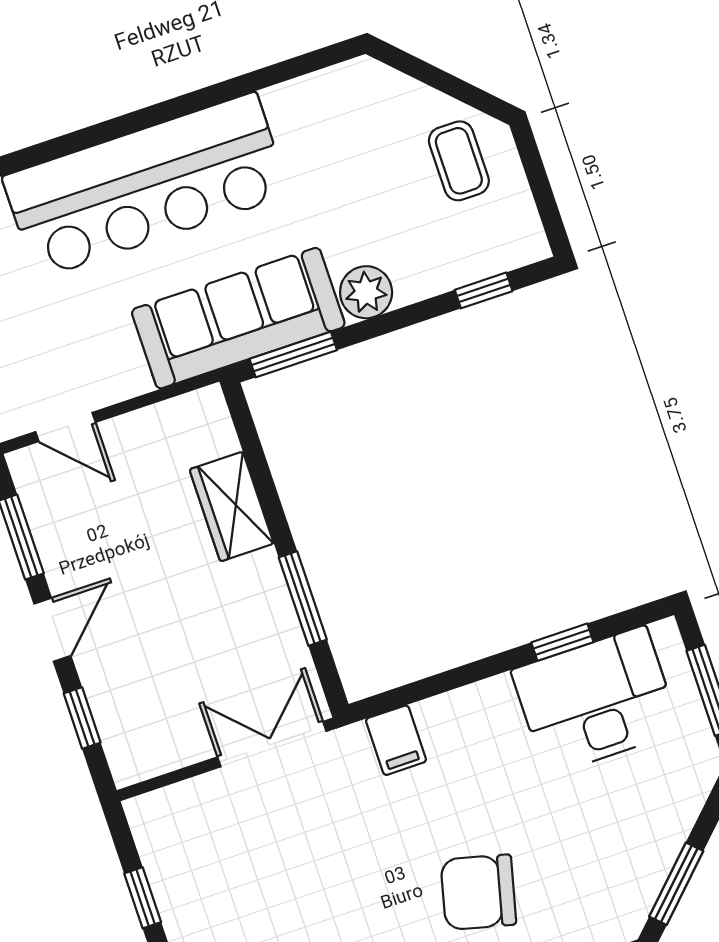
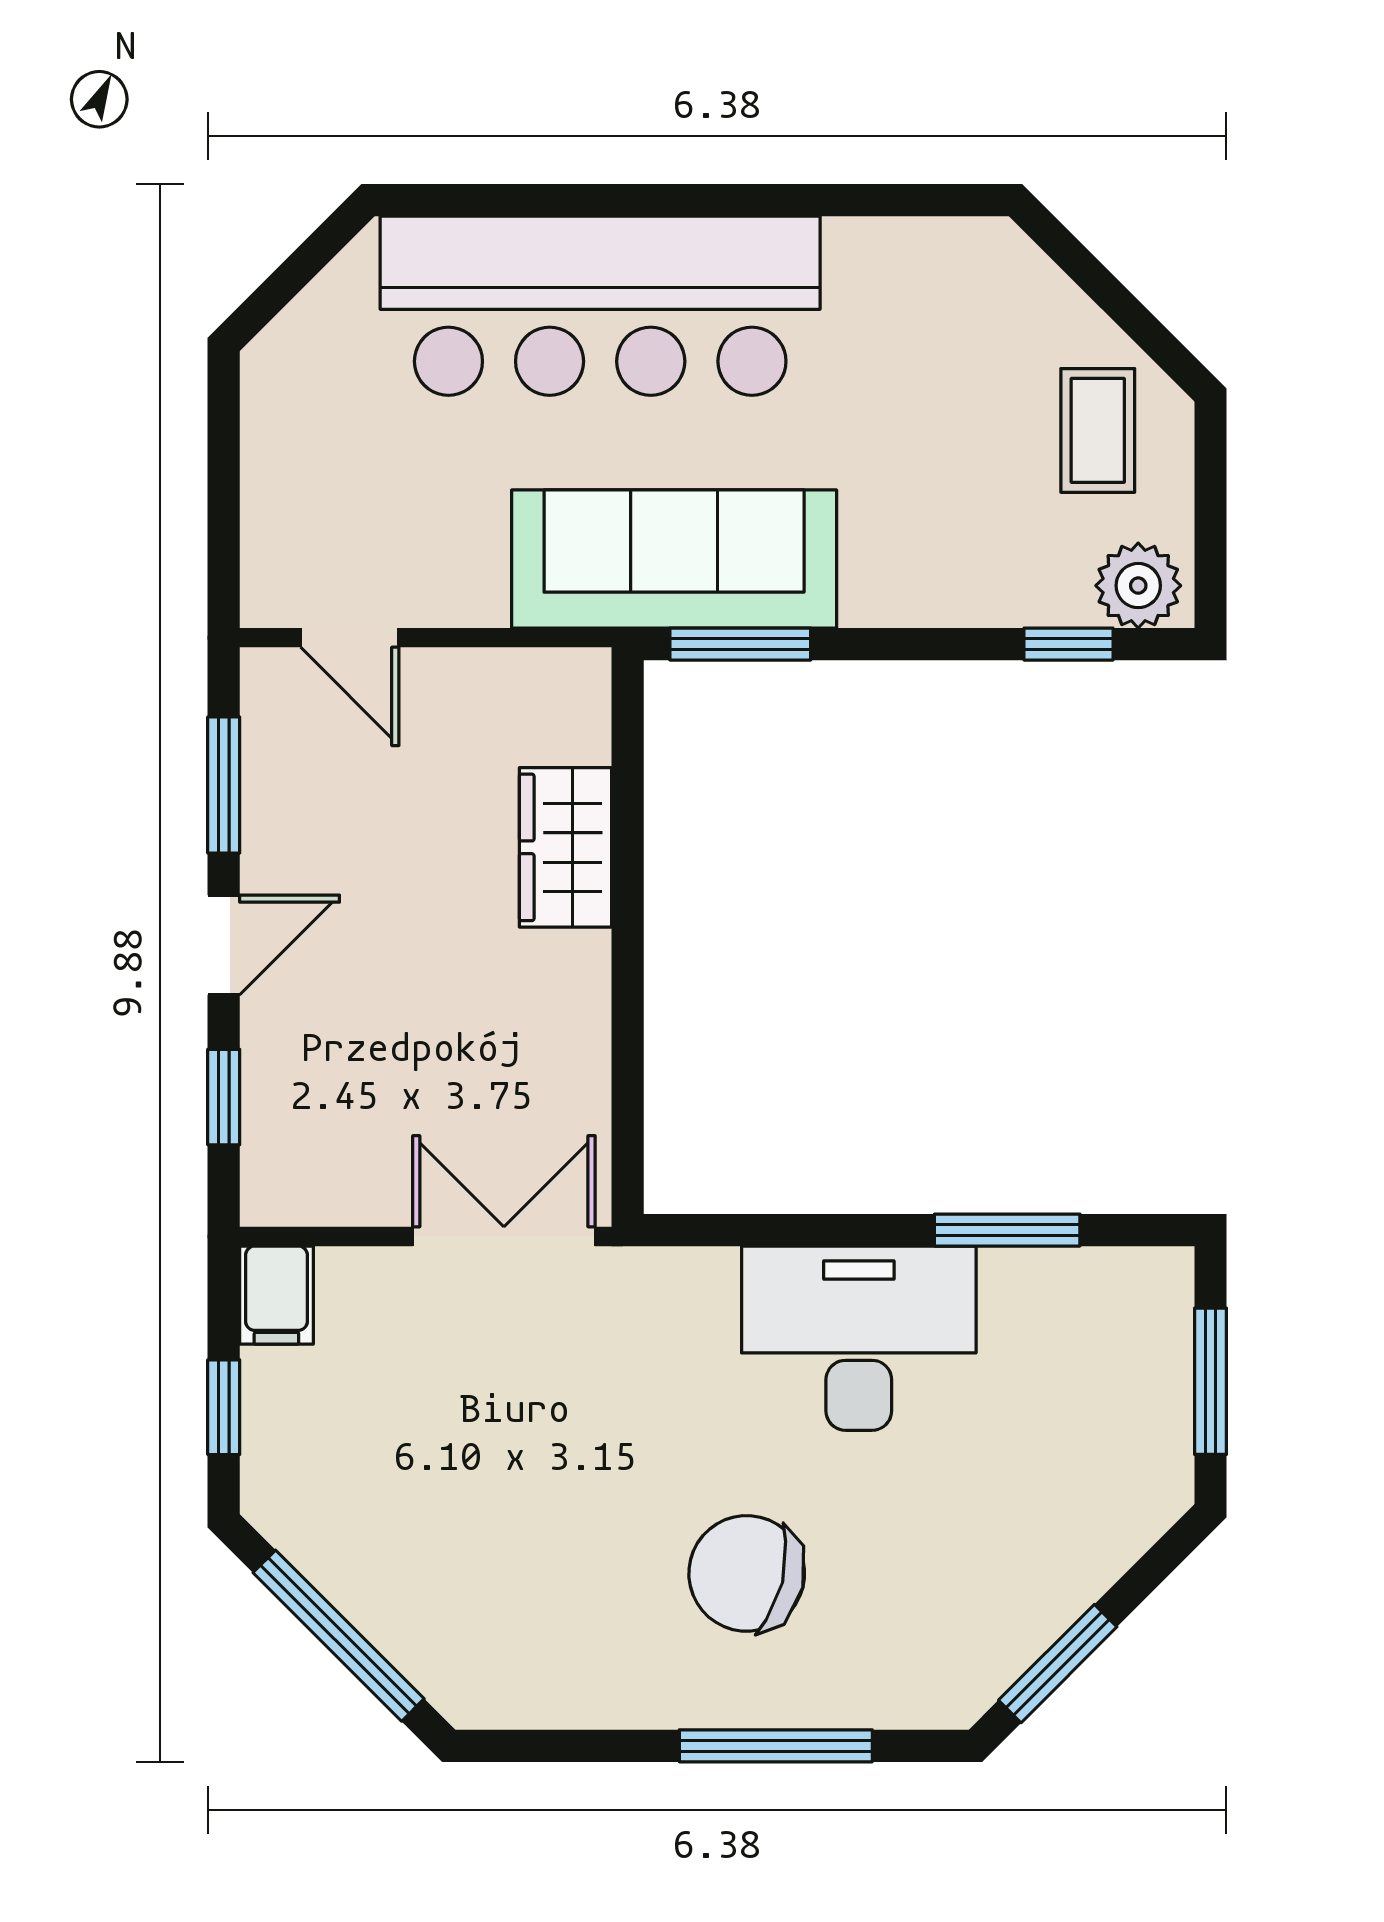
plant: (366, 292) -> (1138, 586), moved
window: (303, 599) -> (628, 1027), removed
window: (562, 642) -> (1007, 1230), width x1.50
desk: (596, 701) -> (859, 1338), moved
filing cabinet: (396, 740) -> (276, 1295), moved

